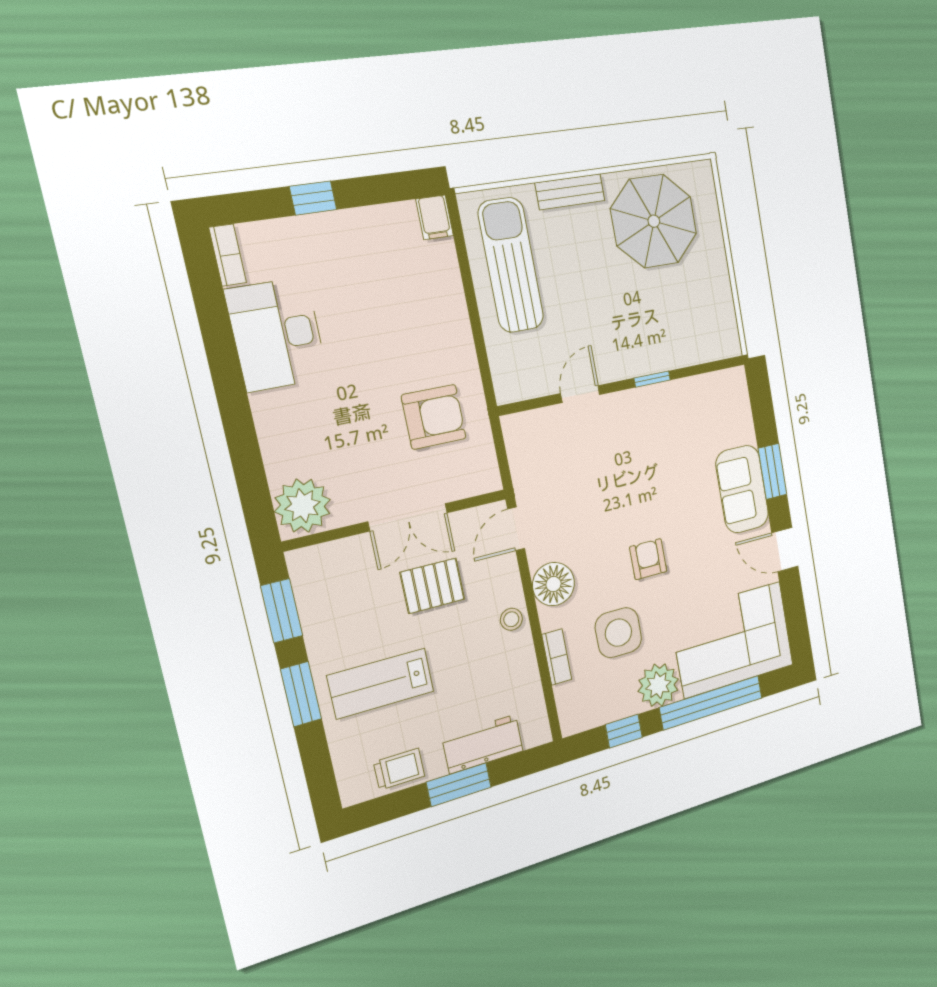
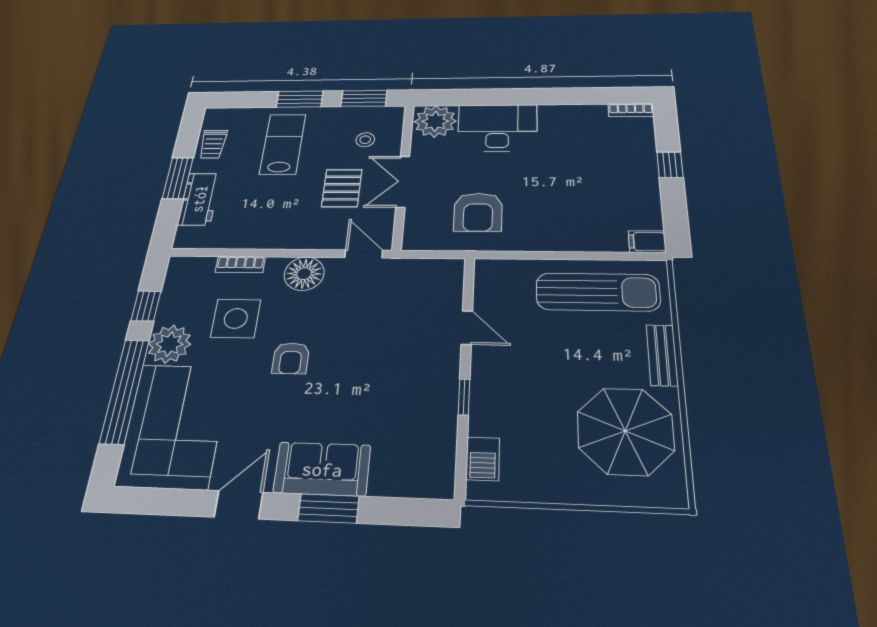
desk: (277, 334) -> (497, 128), moved
barbecue: (705, 348) -> (483, 459), added
armchair: (648, 559) -> (291, 358), turned 90
stool: (511, 619) -> (365, 140), moved

